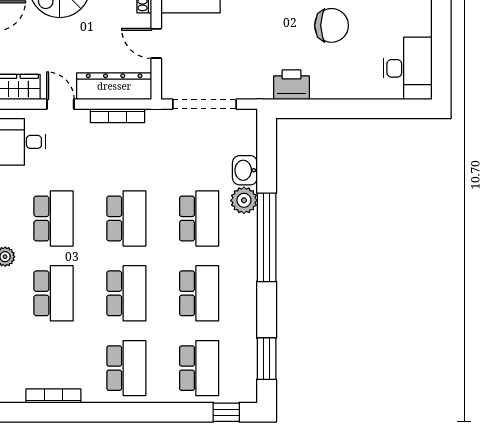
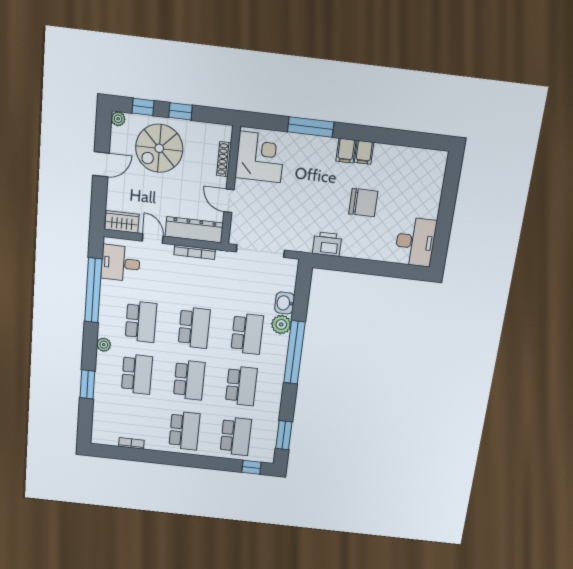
bookcase: (53, 396) -> (131, 443), width x0.64

